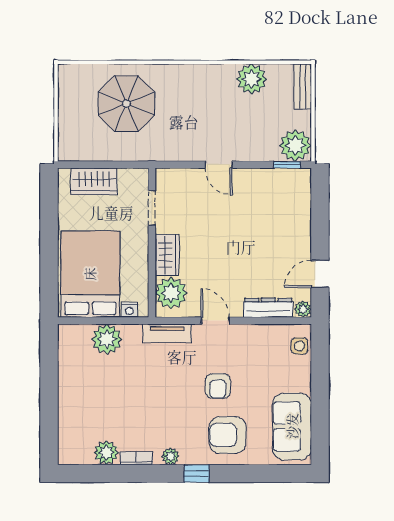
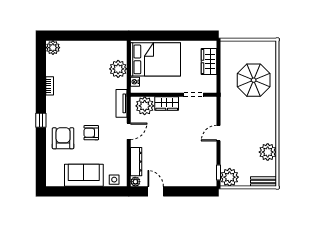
sofa: (292, 426) -> (84, 175), moved
plant: (106, 453) -> (53, 48), moved
plant: (170, 456) -> (51, 105), removed

